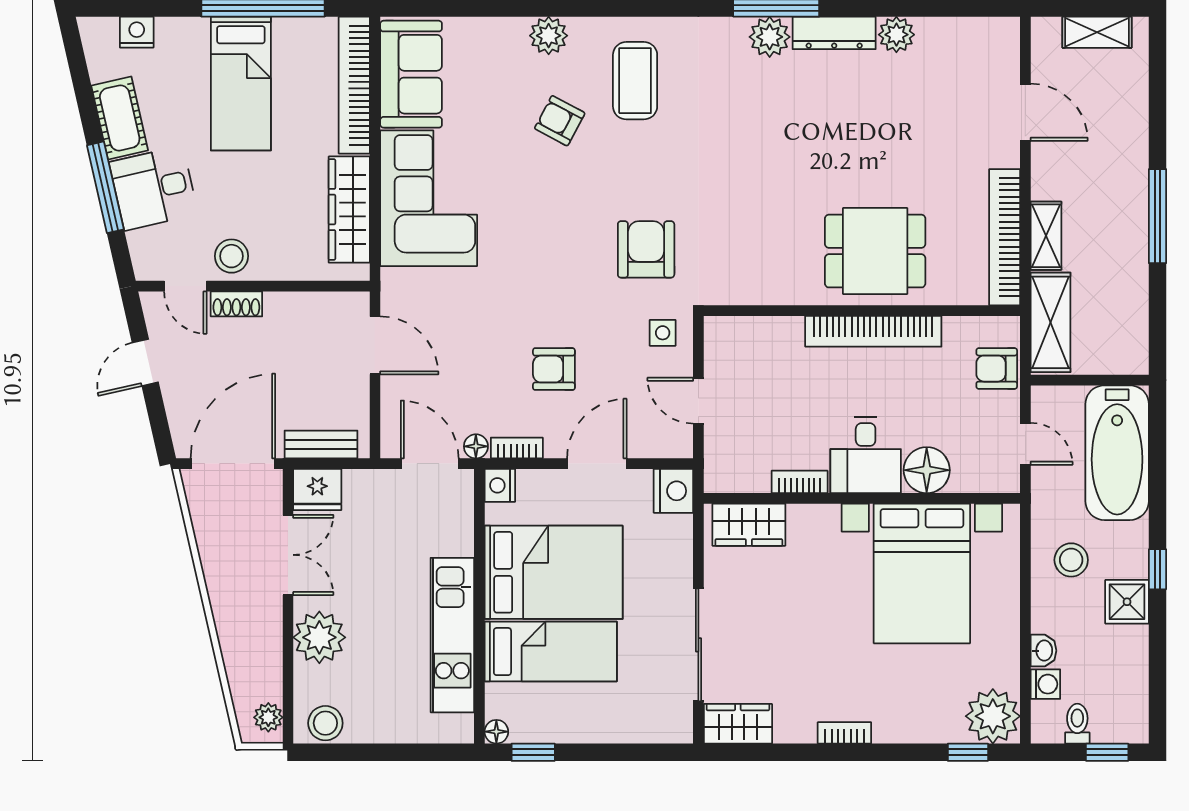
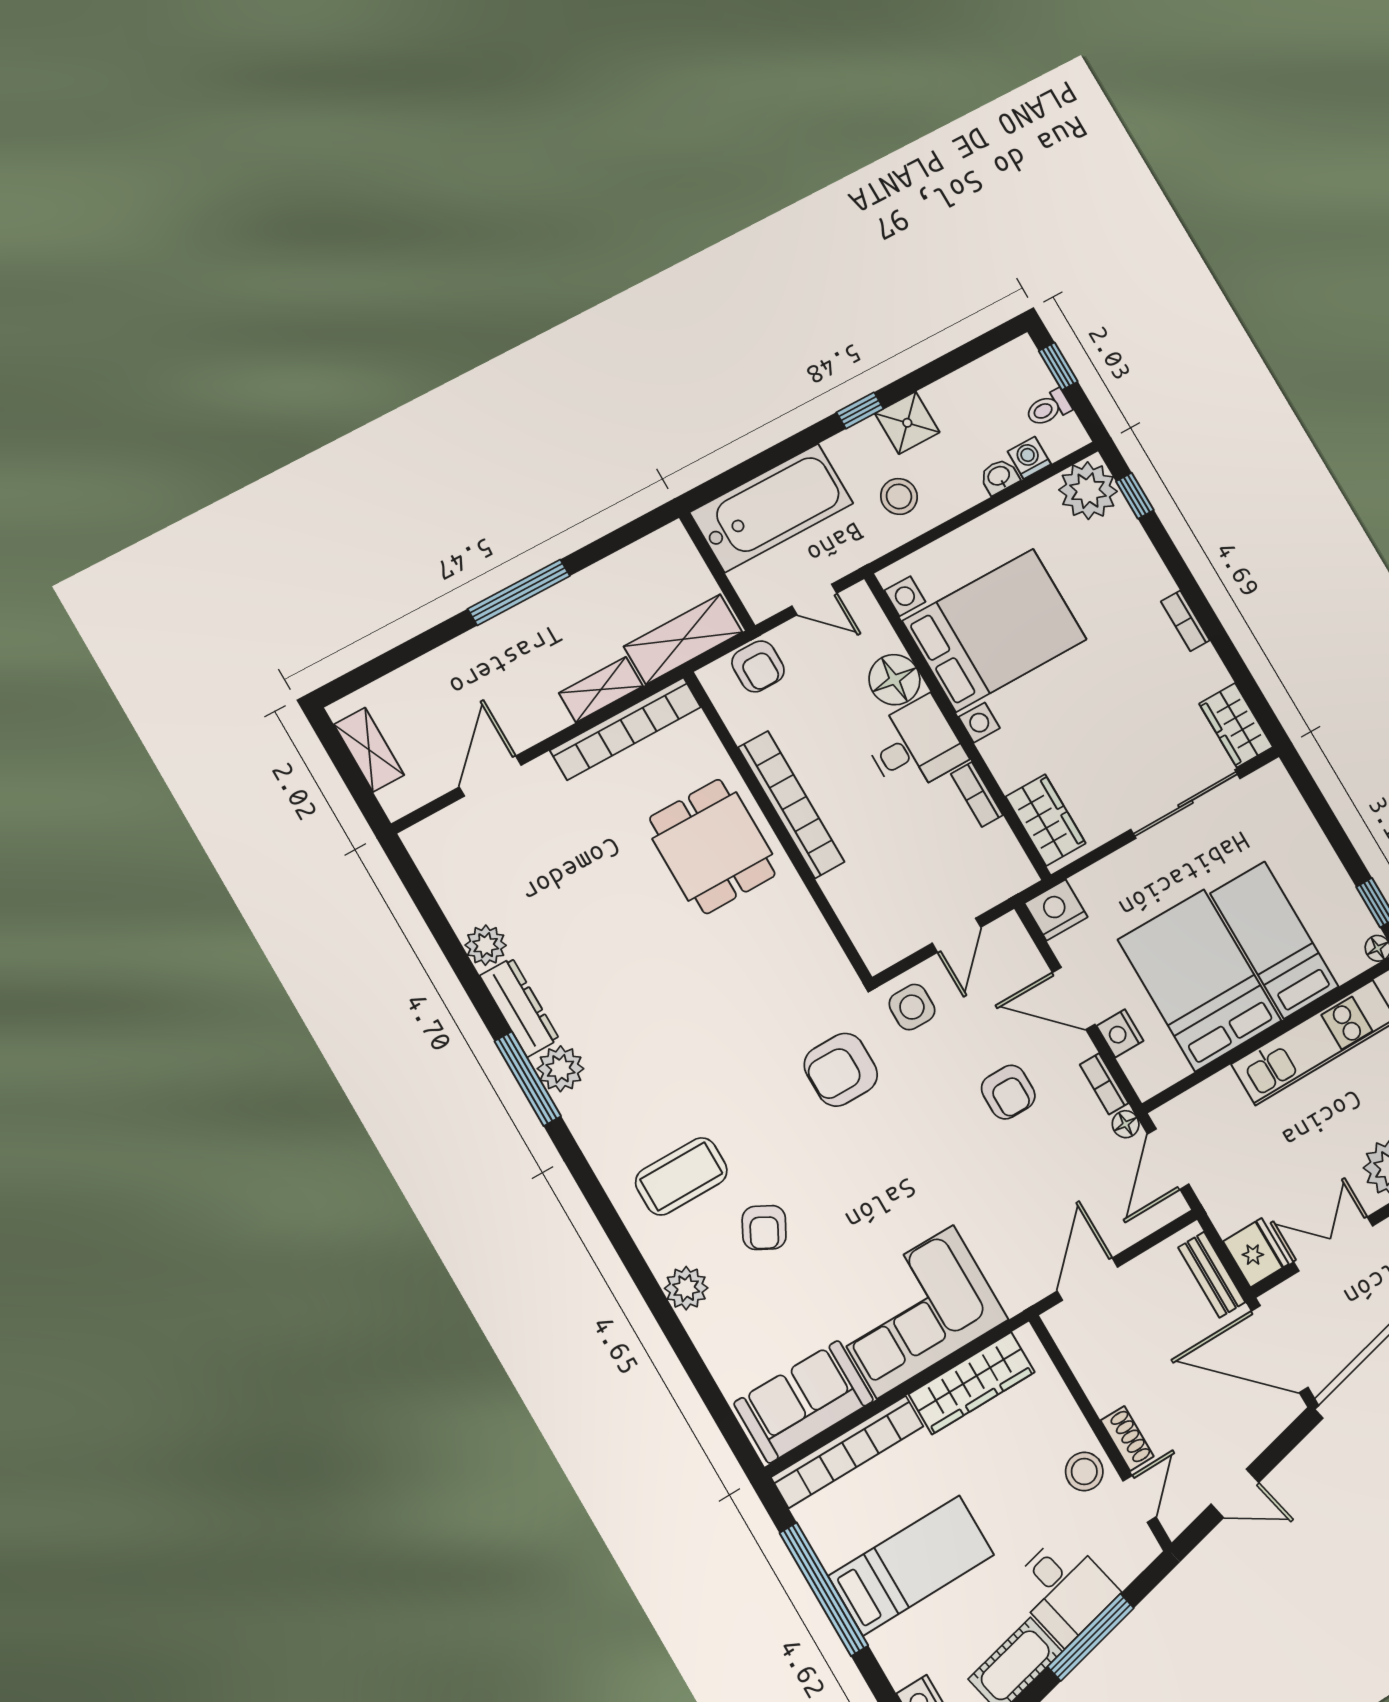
side table: (663, 333) -> (912, 1007), width x1.37, depth x1.37
door: (1025, 444) -> (814, 600), swing flipped
nightstand: (500, 485) -> (1120, 1033), moved, turned 90

